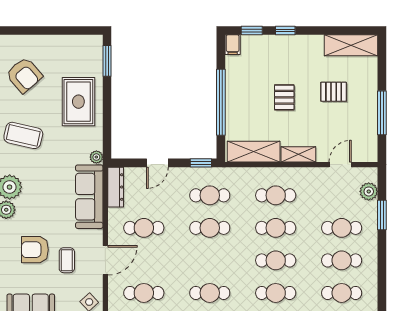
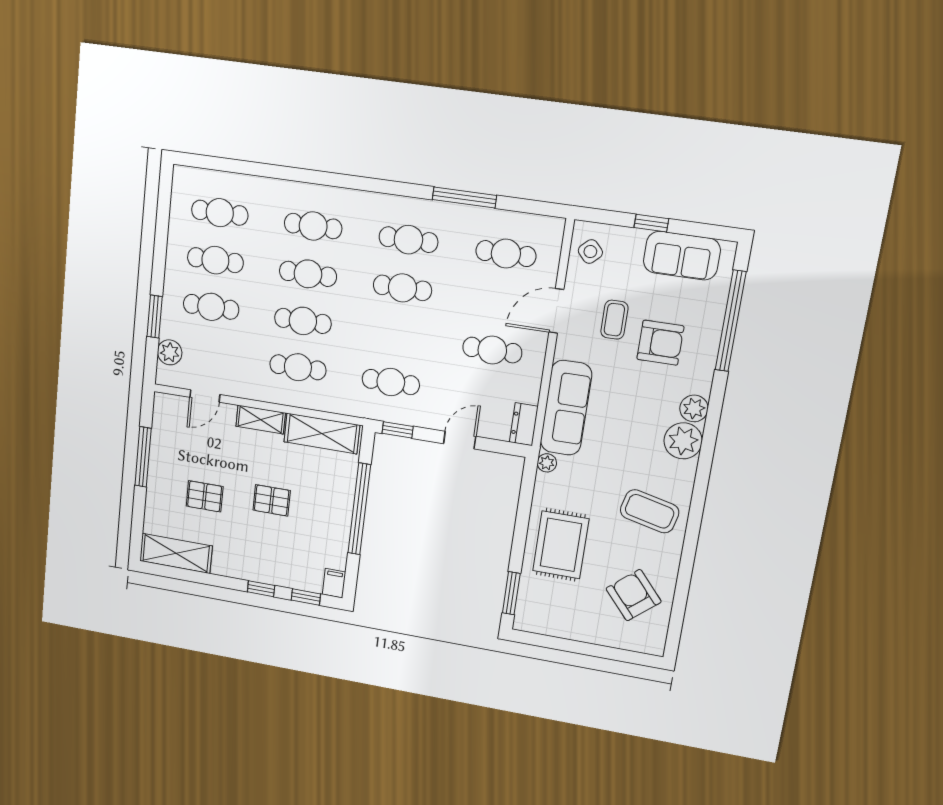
pallet: (284, 97) -> (272, 500), turned 90
dresser: (116, 187) -> (524, 424), width x0.70
cafe table: (210, 228) -> (402, 288), moved

